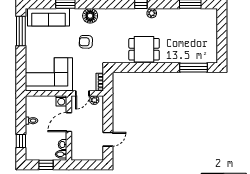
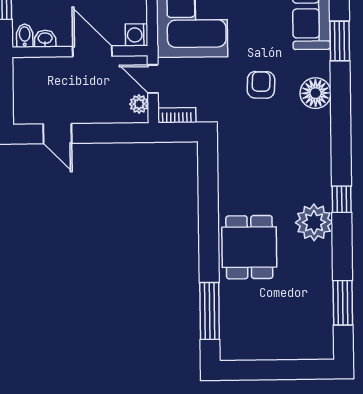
plant: (152, 13) -> (314, 222), width x1.88, depth x1.88
dining table: (144, 49) -> (249, 247), moved

